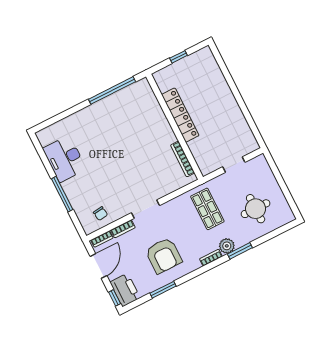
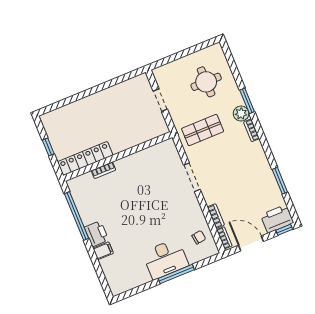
printer: (96, 112) -> (96, 234), added
locker: (180, 115) -> (85, 159), moved
filing cabinet: (80, 120) -> (103, 251), added
desk: (65, 159) -> (165, 259), moved
bookcase: (183, 159) -> (103, 170), moved, width x0.64
doorway: (145, 209) -> (192, 177), moved
armchair: (164, 256) -> (246, 177), removed

